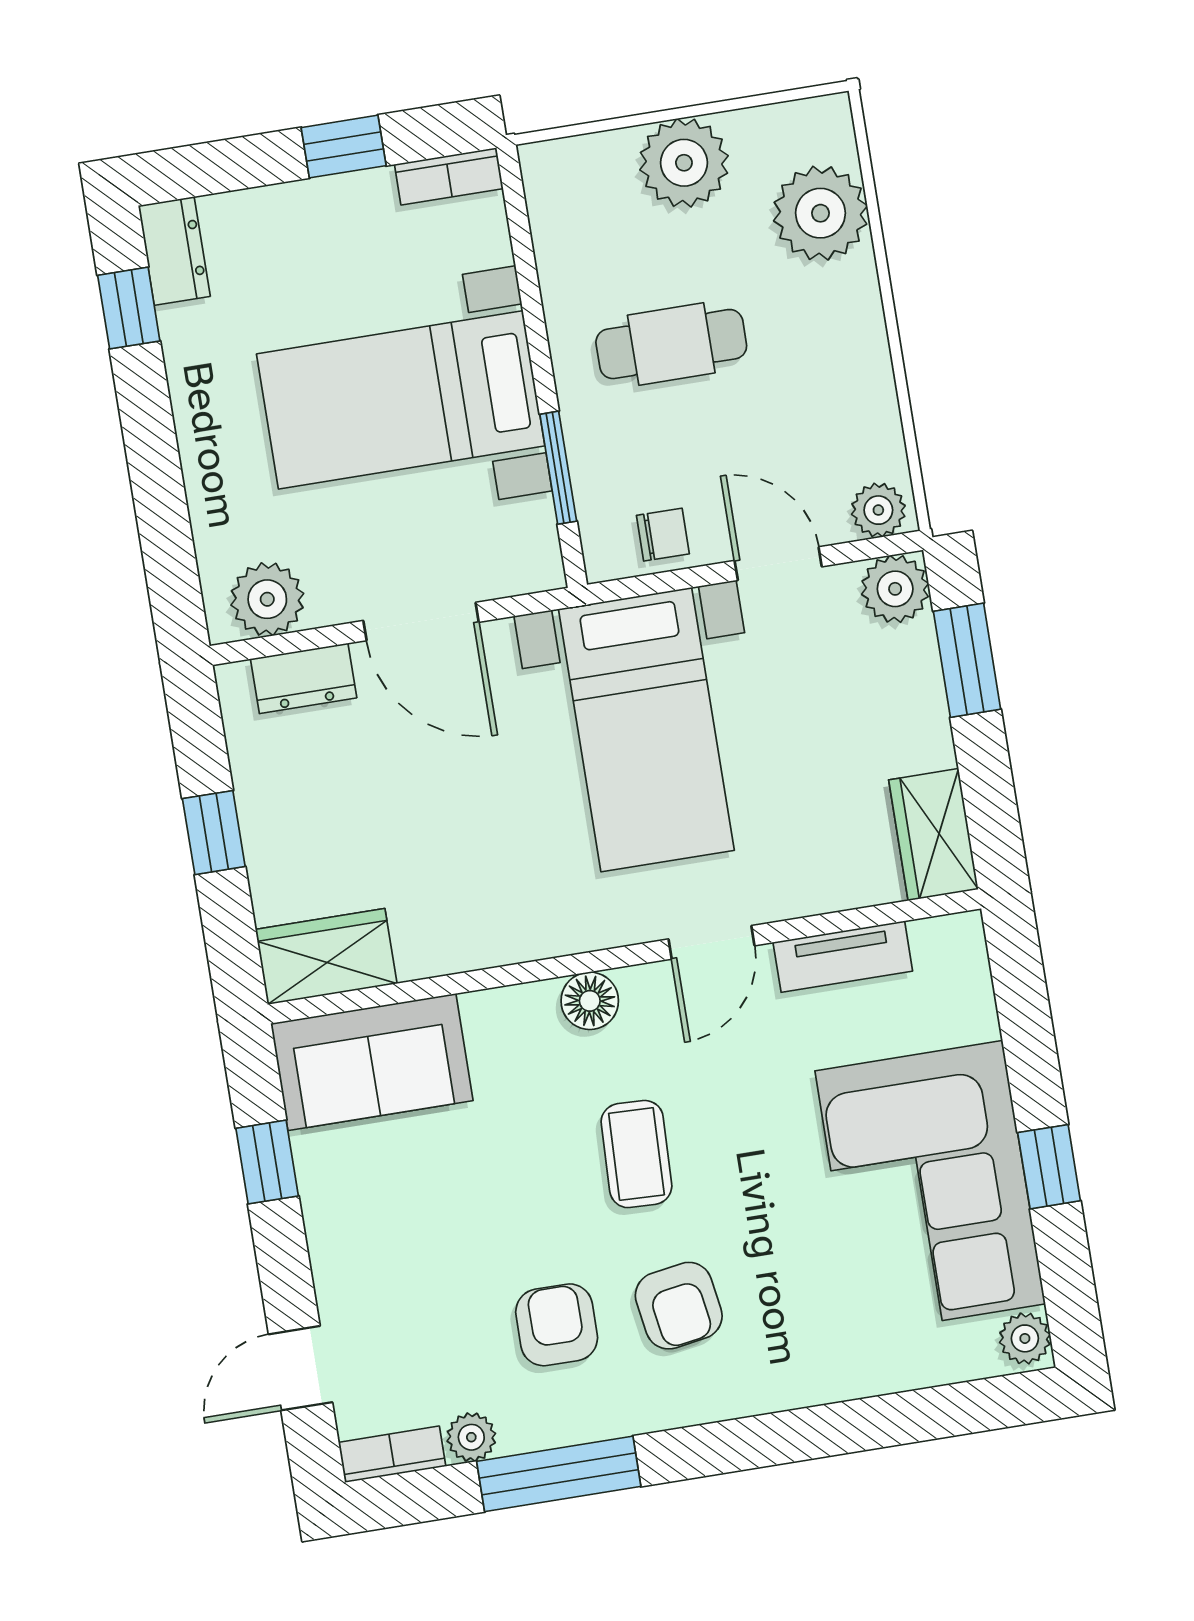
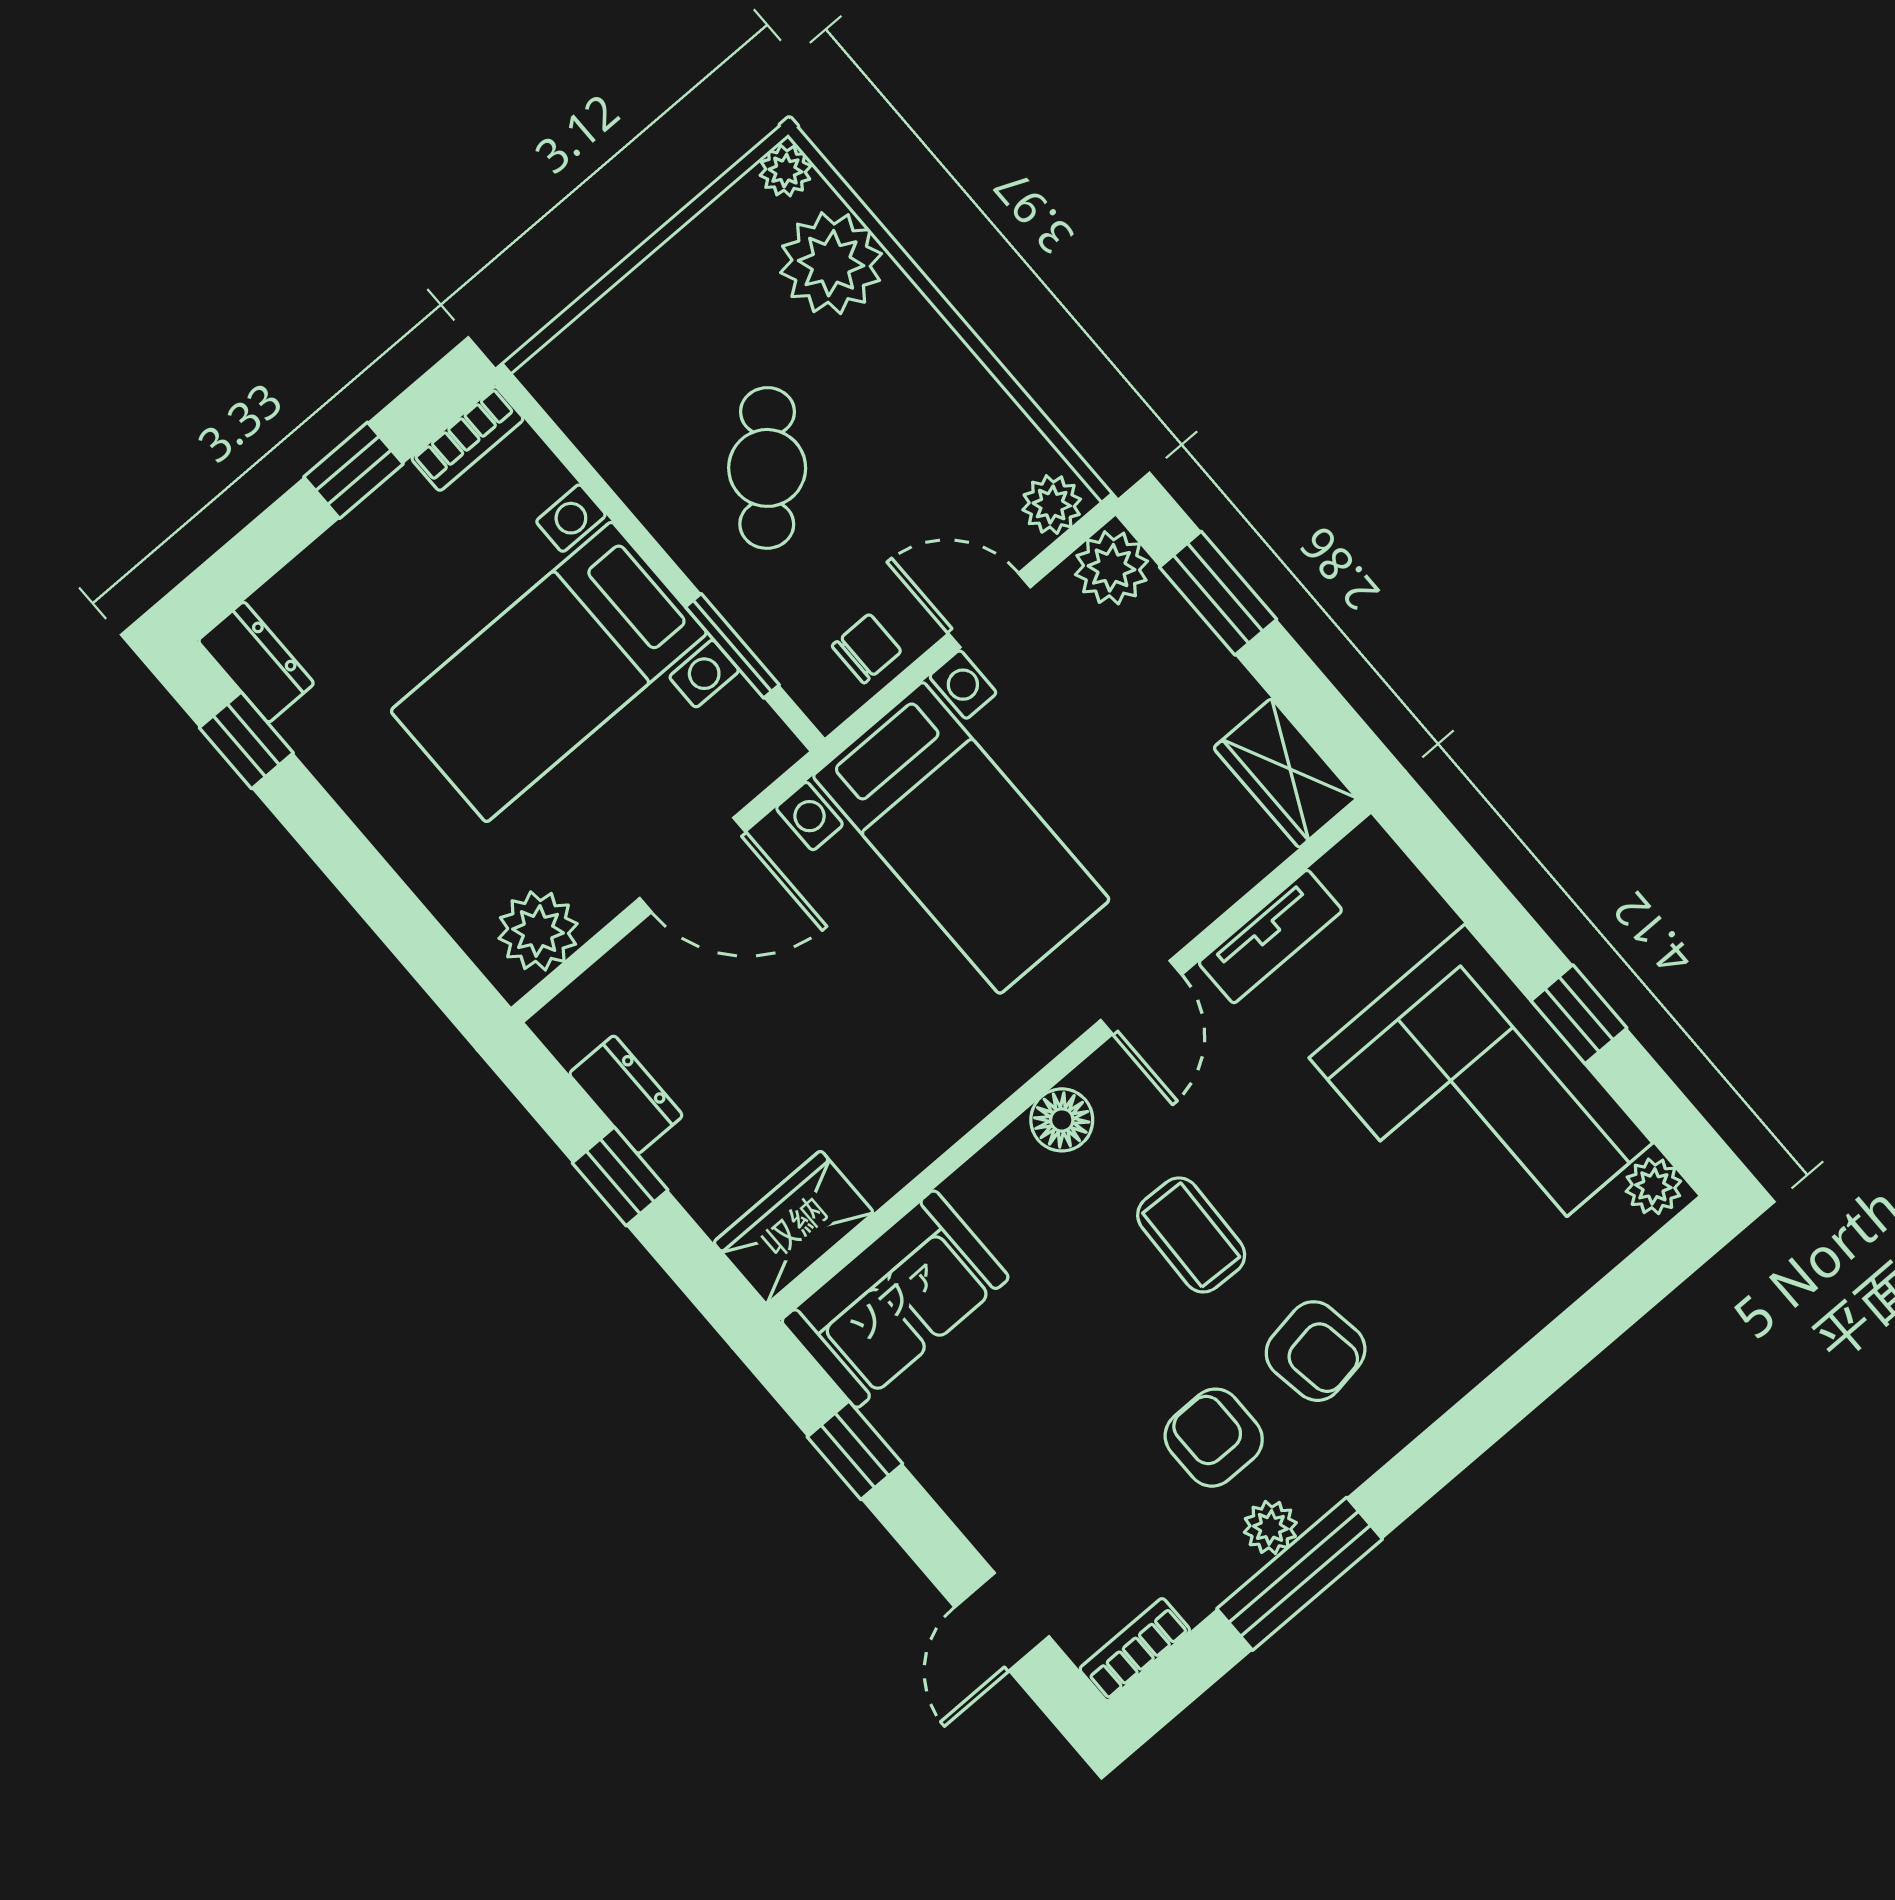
plant: (684, 163) -> (785, 171), moved, width x0.53, depth x0.53
cafe table: (671, 344) -> (767, 468), turned -49
dresser: (304, 678) -> (626, 1095), moved, turned -90
plant: (471, 1437) -> (1270, 1527), moved

